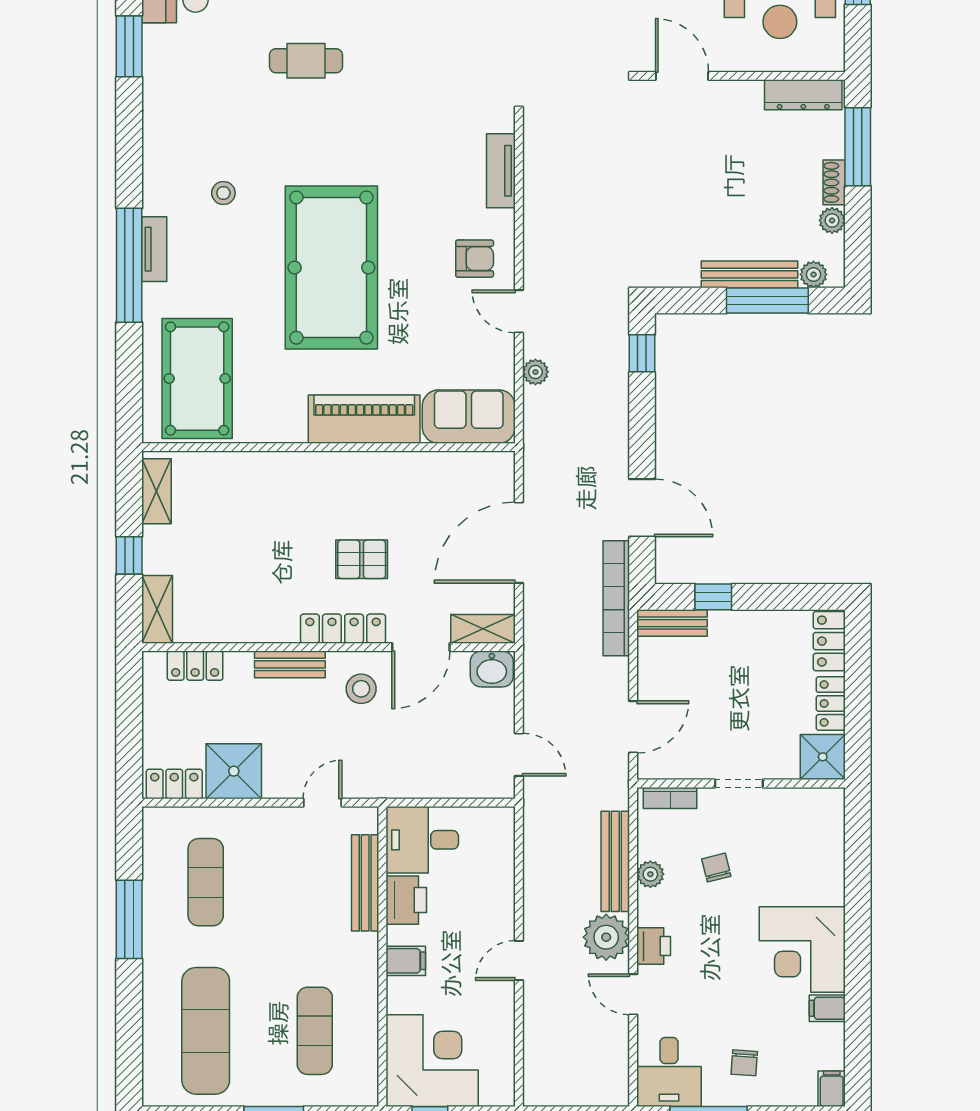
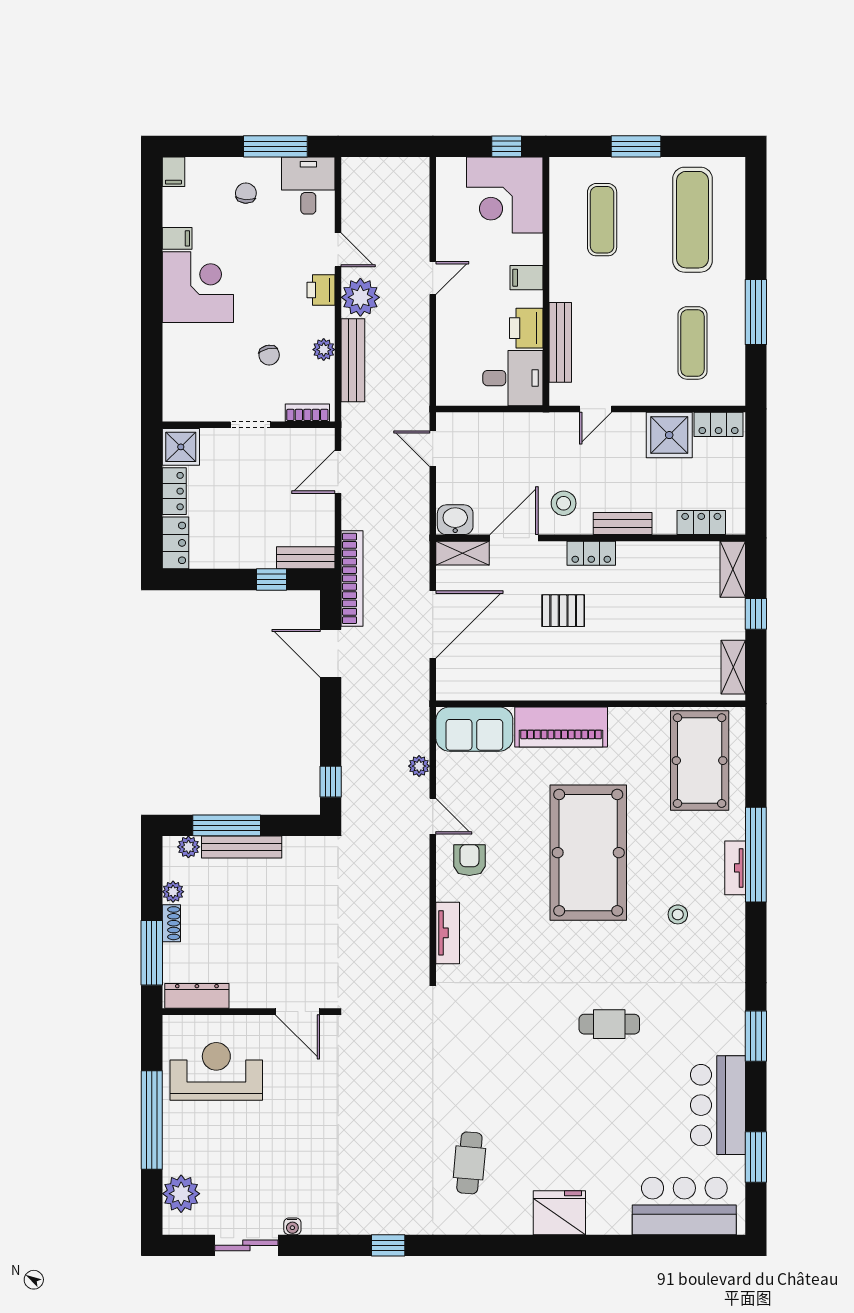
armchair: (475, 259) -> (469, 860), turned 90
locker: (343, 629) -> (591, 553), width x0.66

